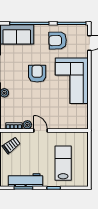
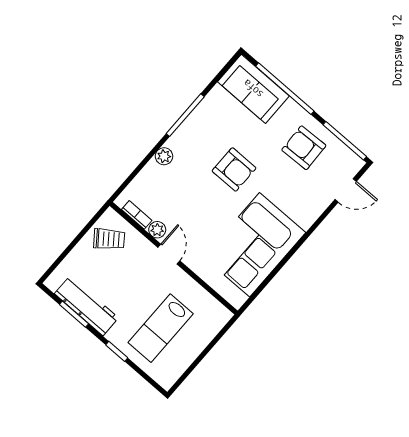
armchair: (37, 74) -> (234, 169), turned 90
corner sofa: (72, 81) -> (255, 245), moved
lab bench: (63, 163) -> (161, 328), turned 180

